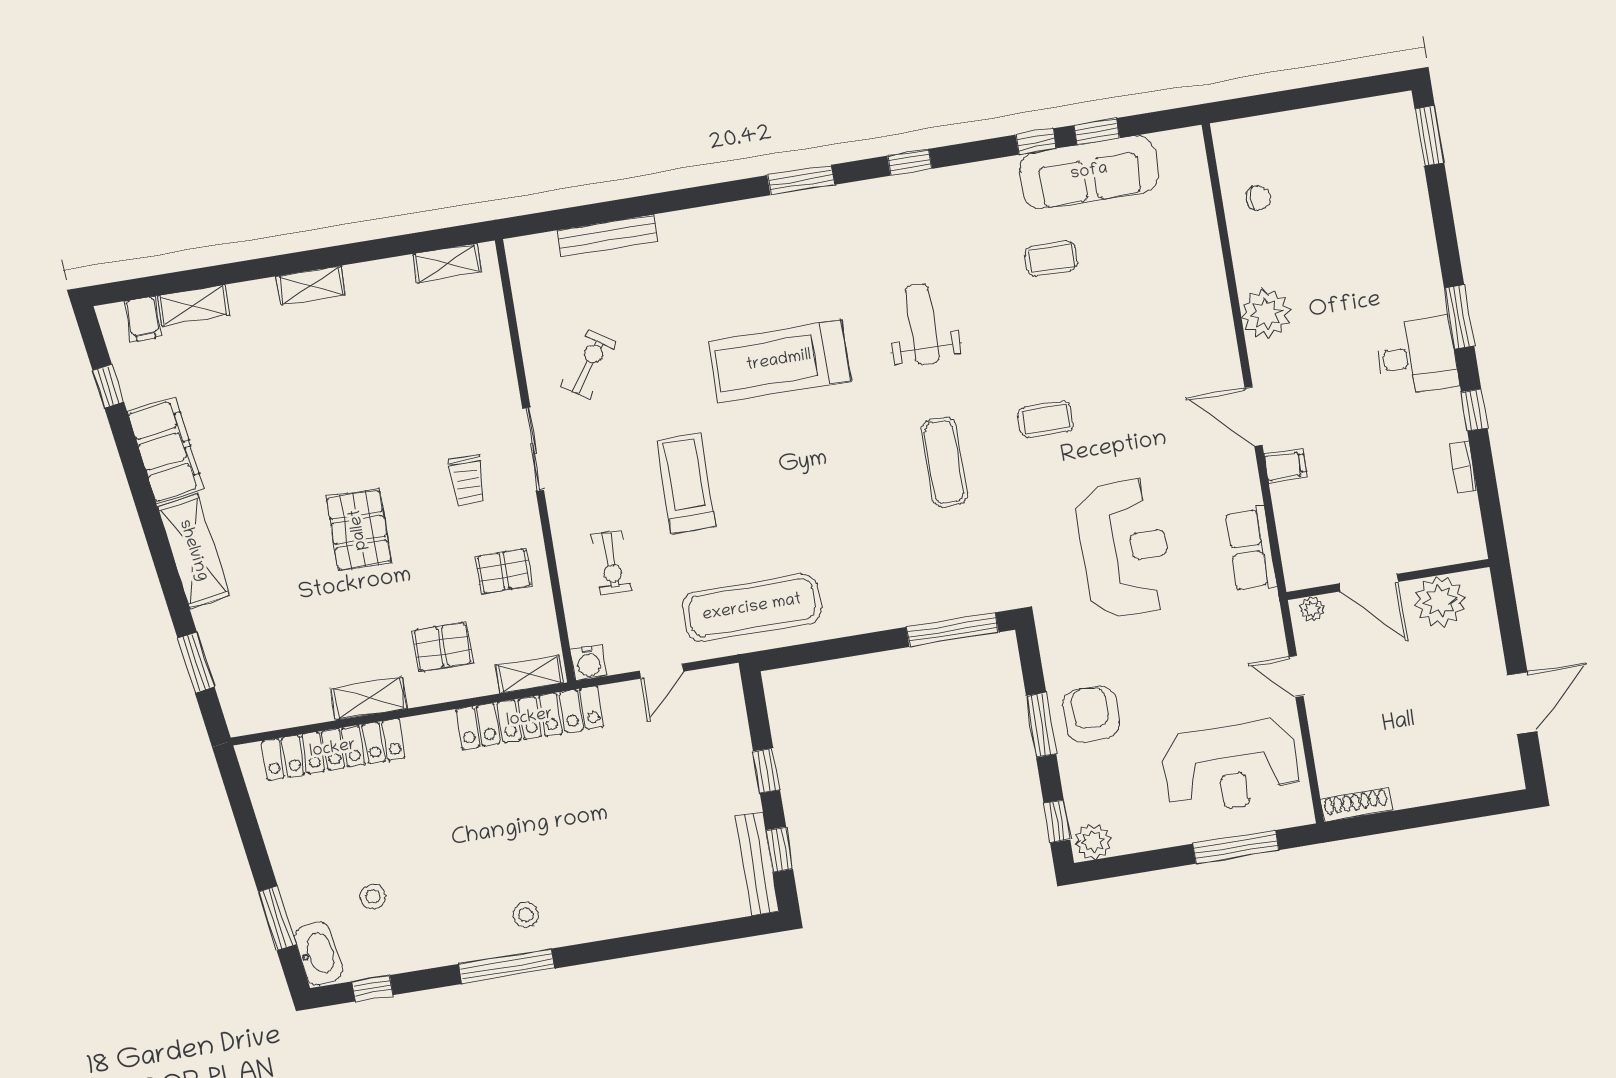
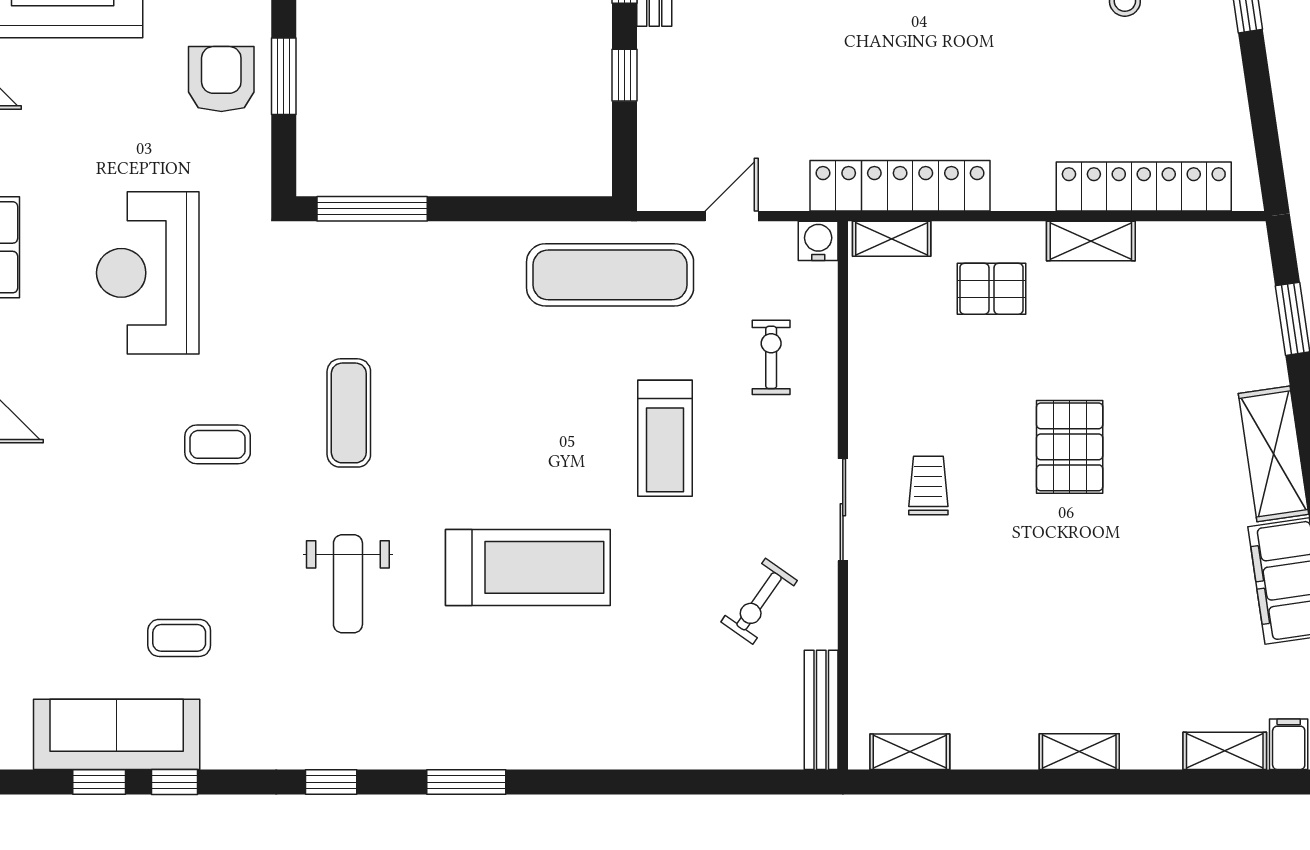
bench: (608, 236) -> (821, 710), moved, turned 90
pallet: (504, 571) -> (902, 369), removed
armchair: (1091, 714) -> (221, 79), turned 180

